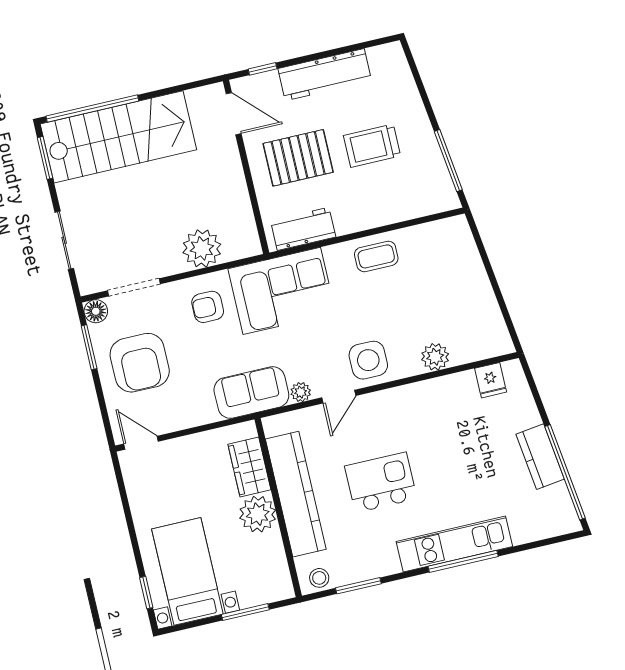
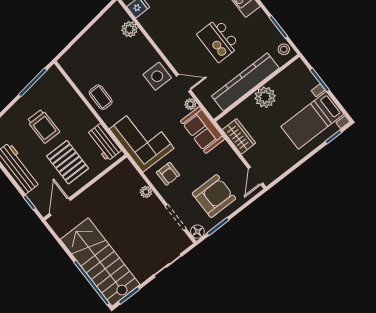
plant: (202, 248) -> (146, 192), width x0.53, depth x0.53
plant: (435, 357) -> (129, 29), moved
wardrobe: (249, 467) -> (239, 136), moved, turned -90

